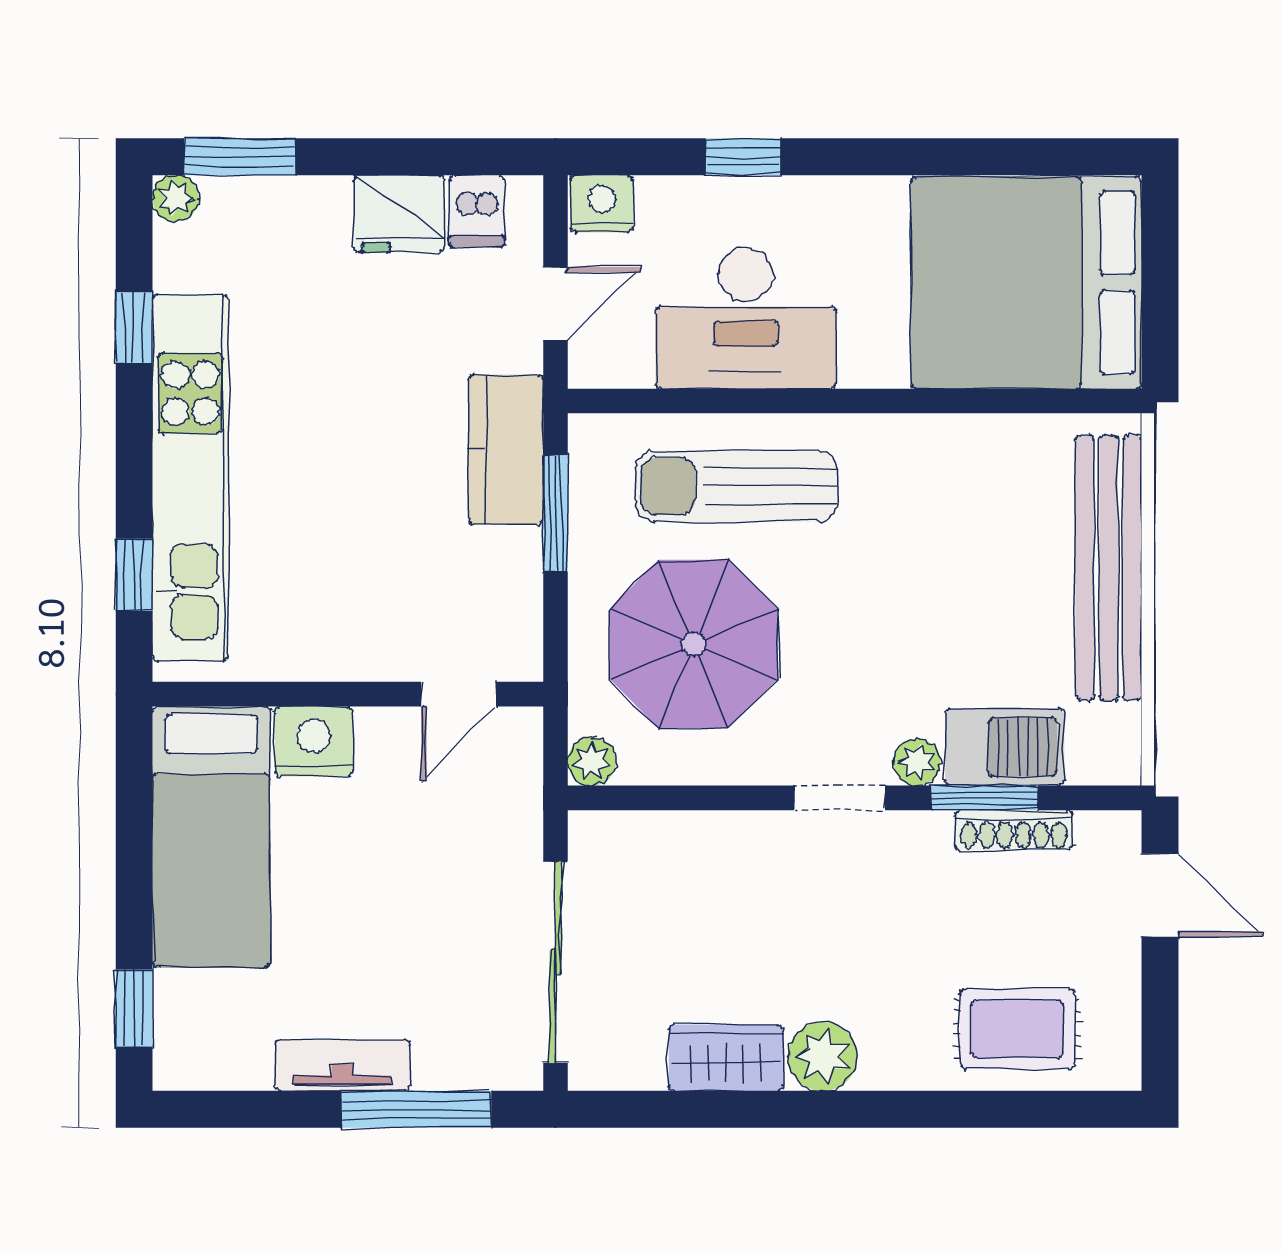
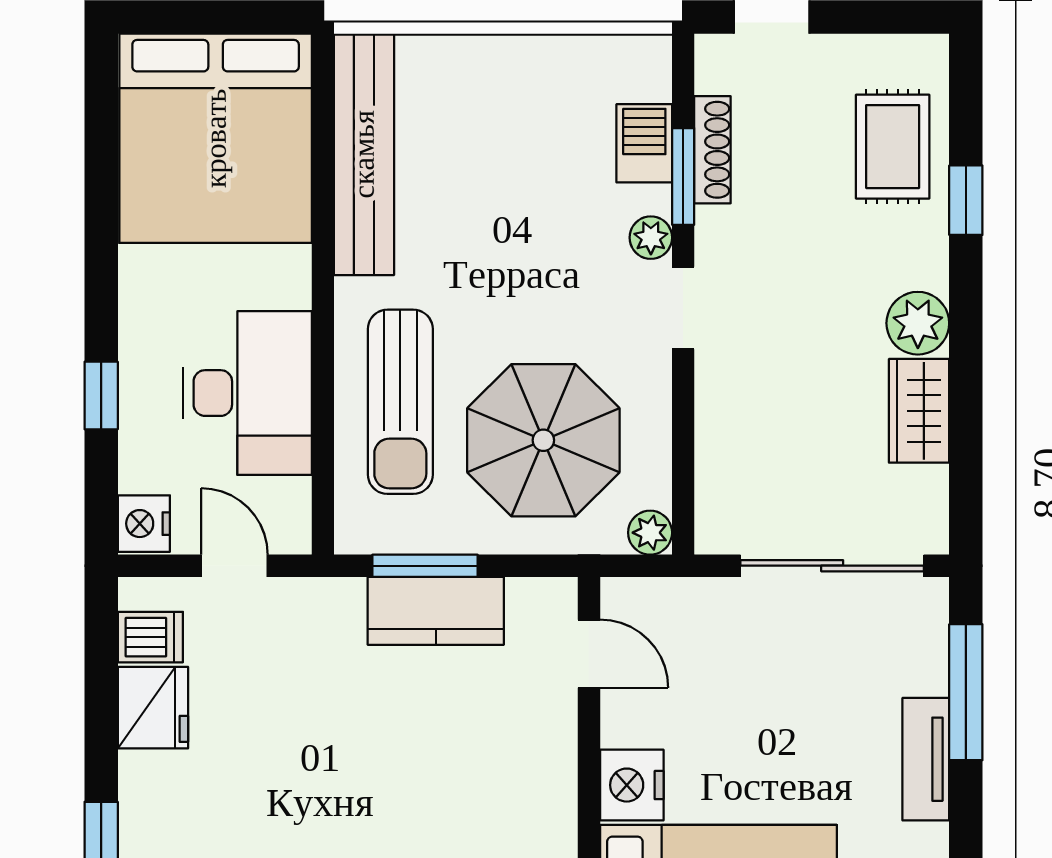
kitchen counter: (506, 450) -> (436, 611), moved
bench: (1109, 568) -> (364, 154), moved, turned 90
barbecue: (1005, 747) -> (644, 143), width x0.73, depth x0.79
window: (958, 1109) -> (966, 200), added

